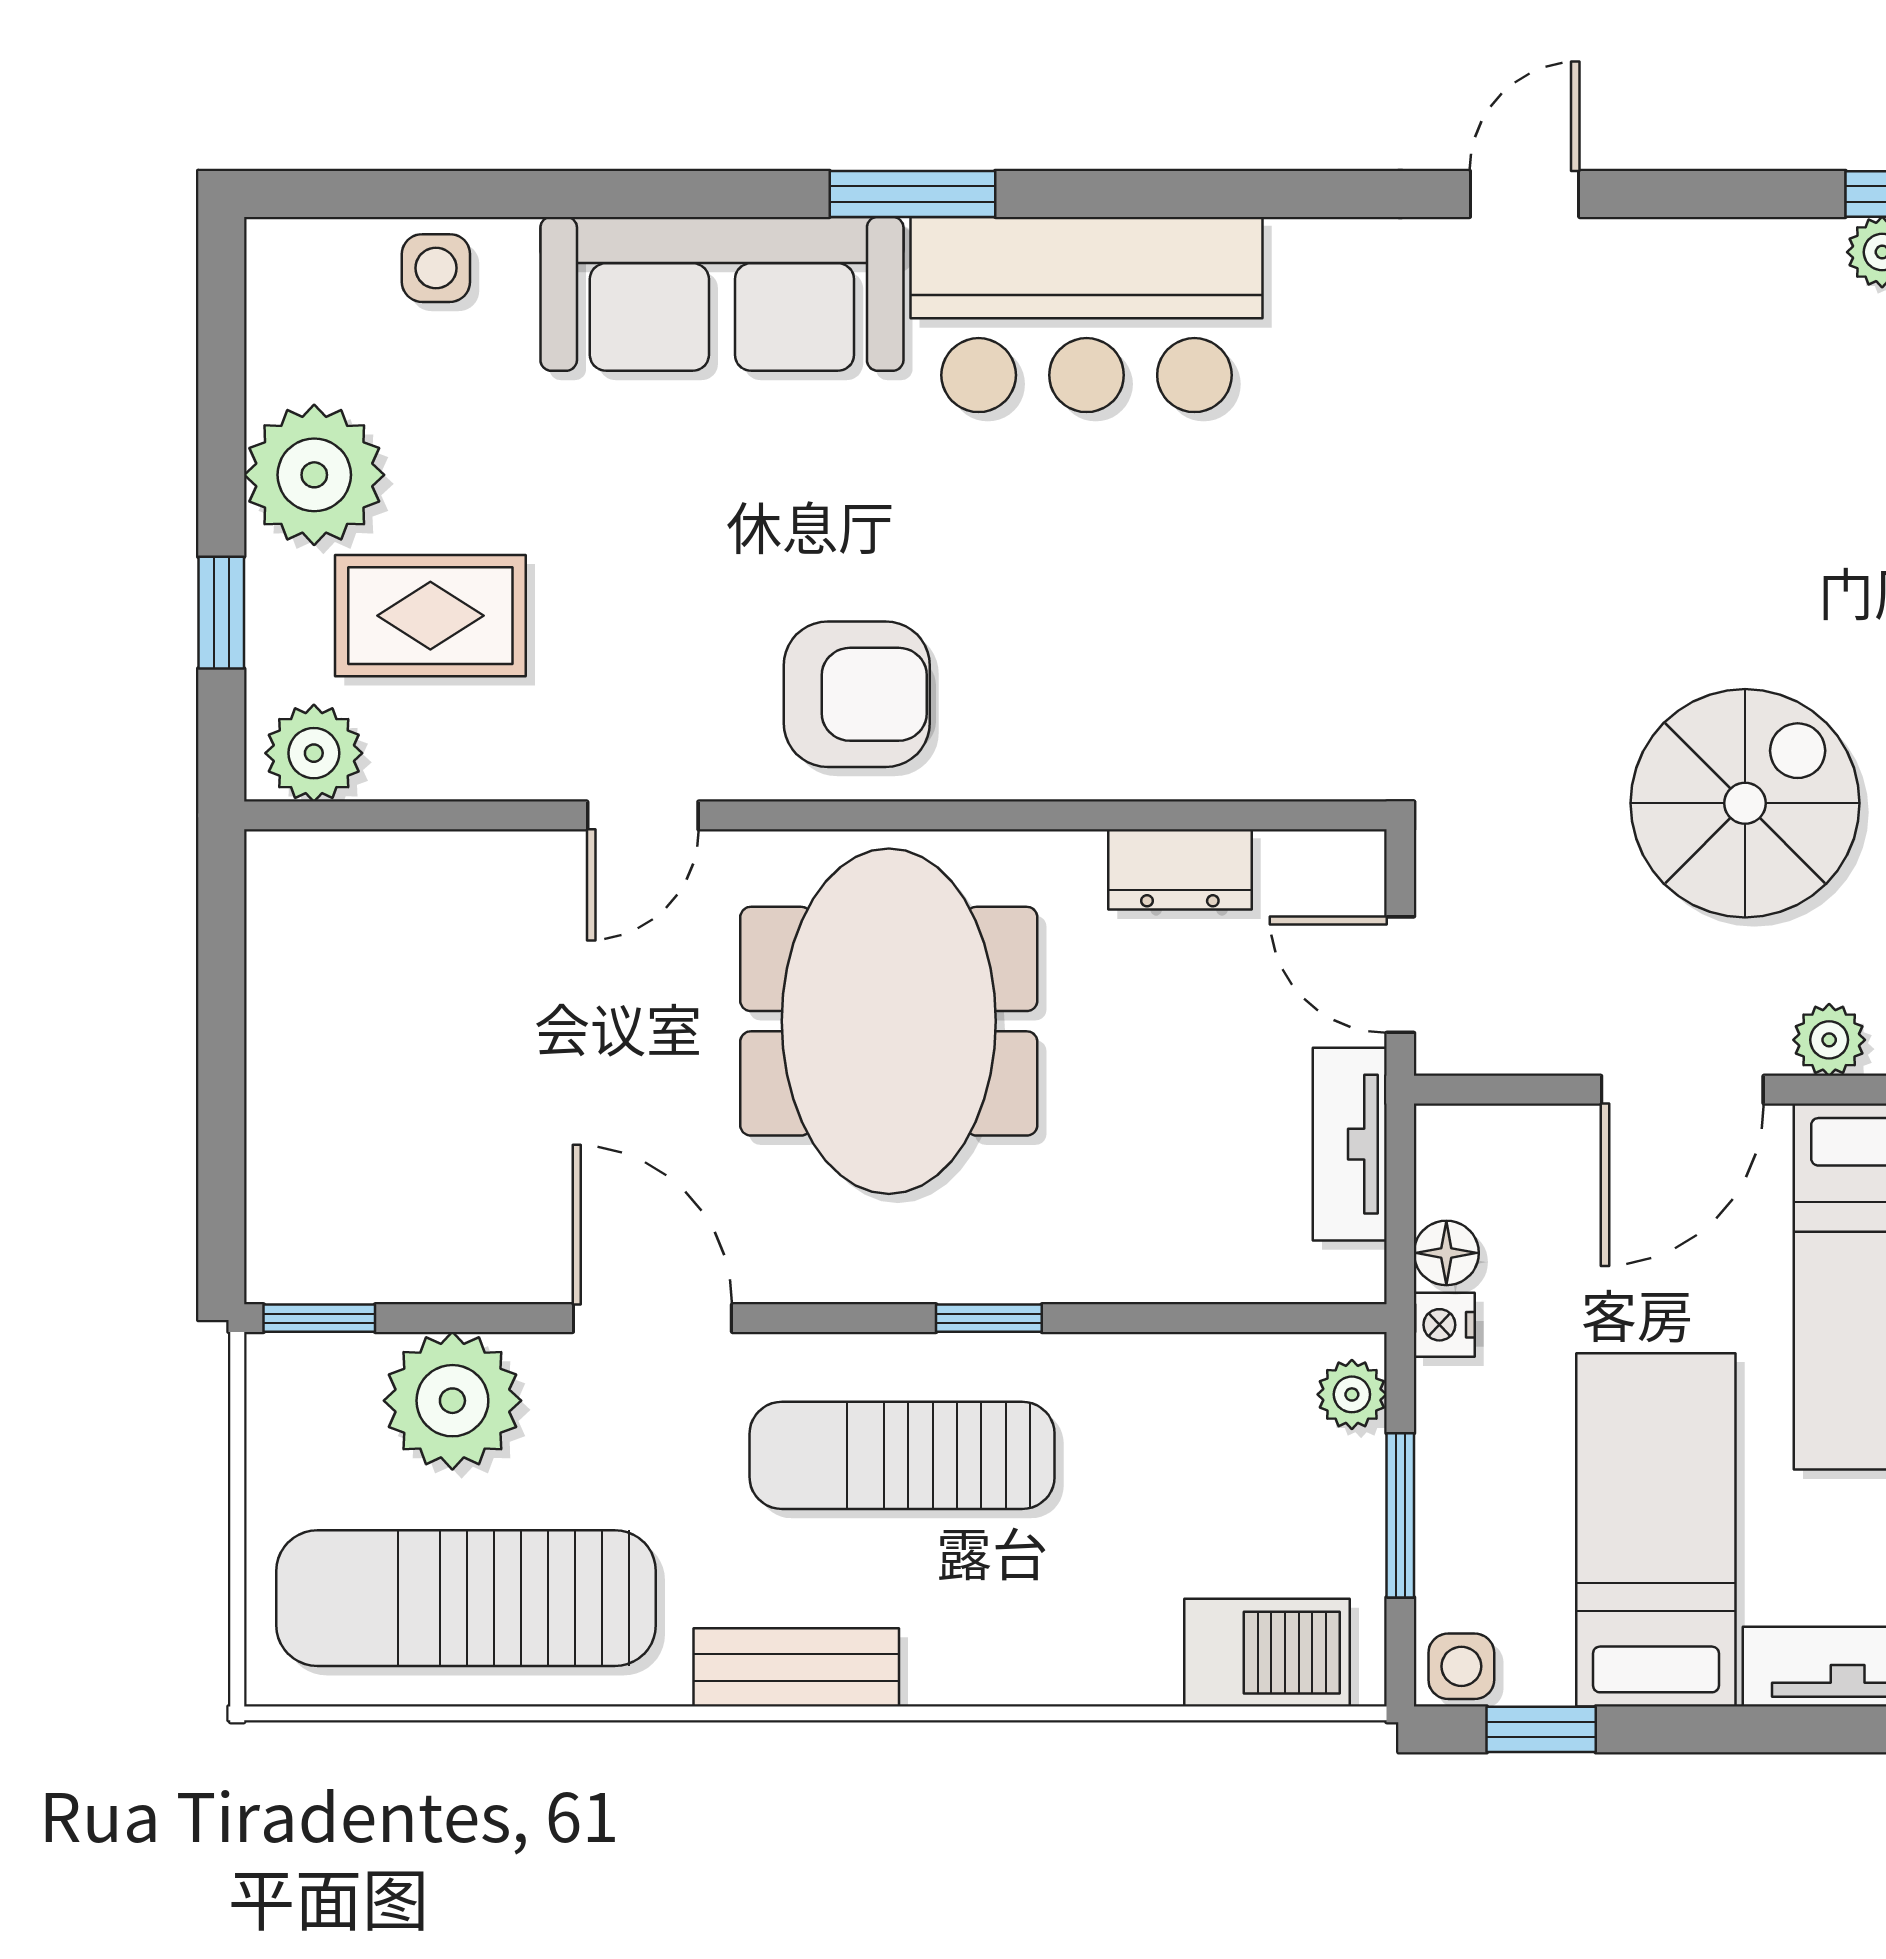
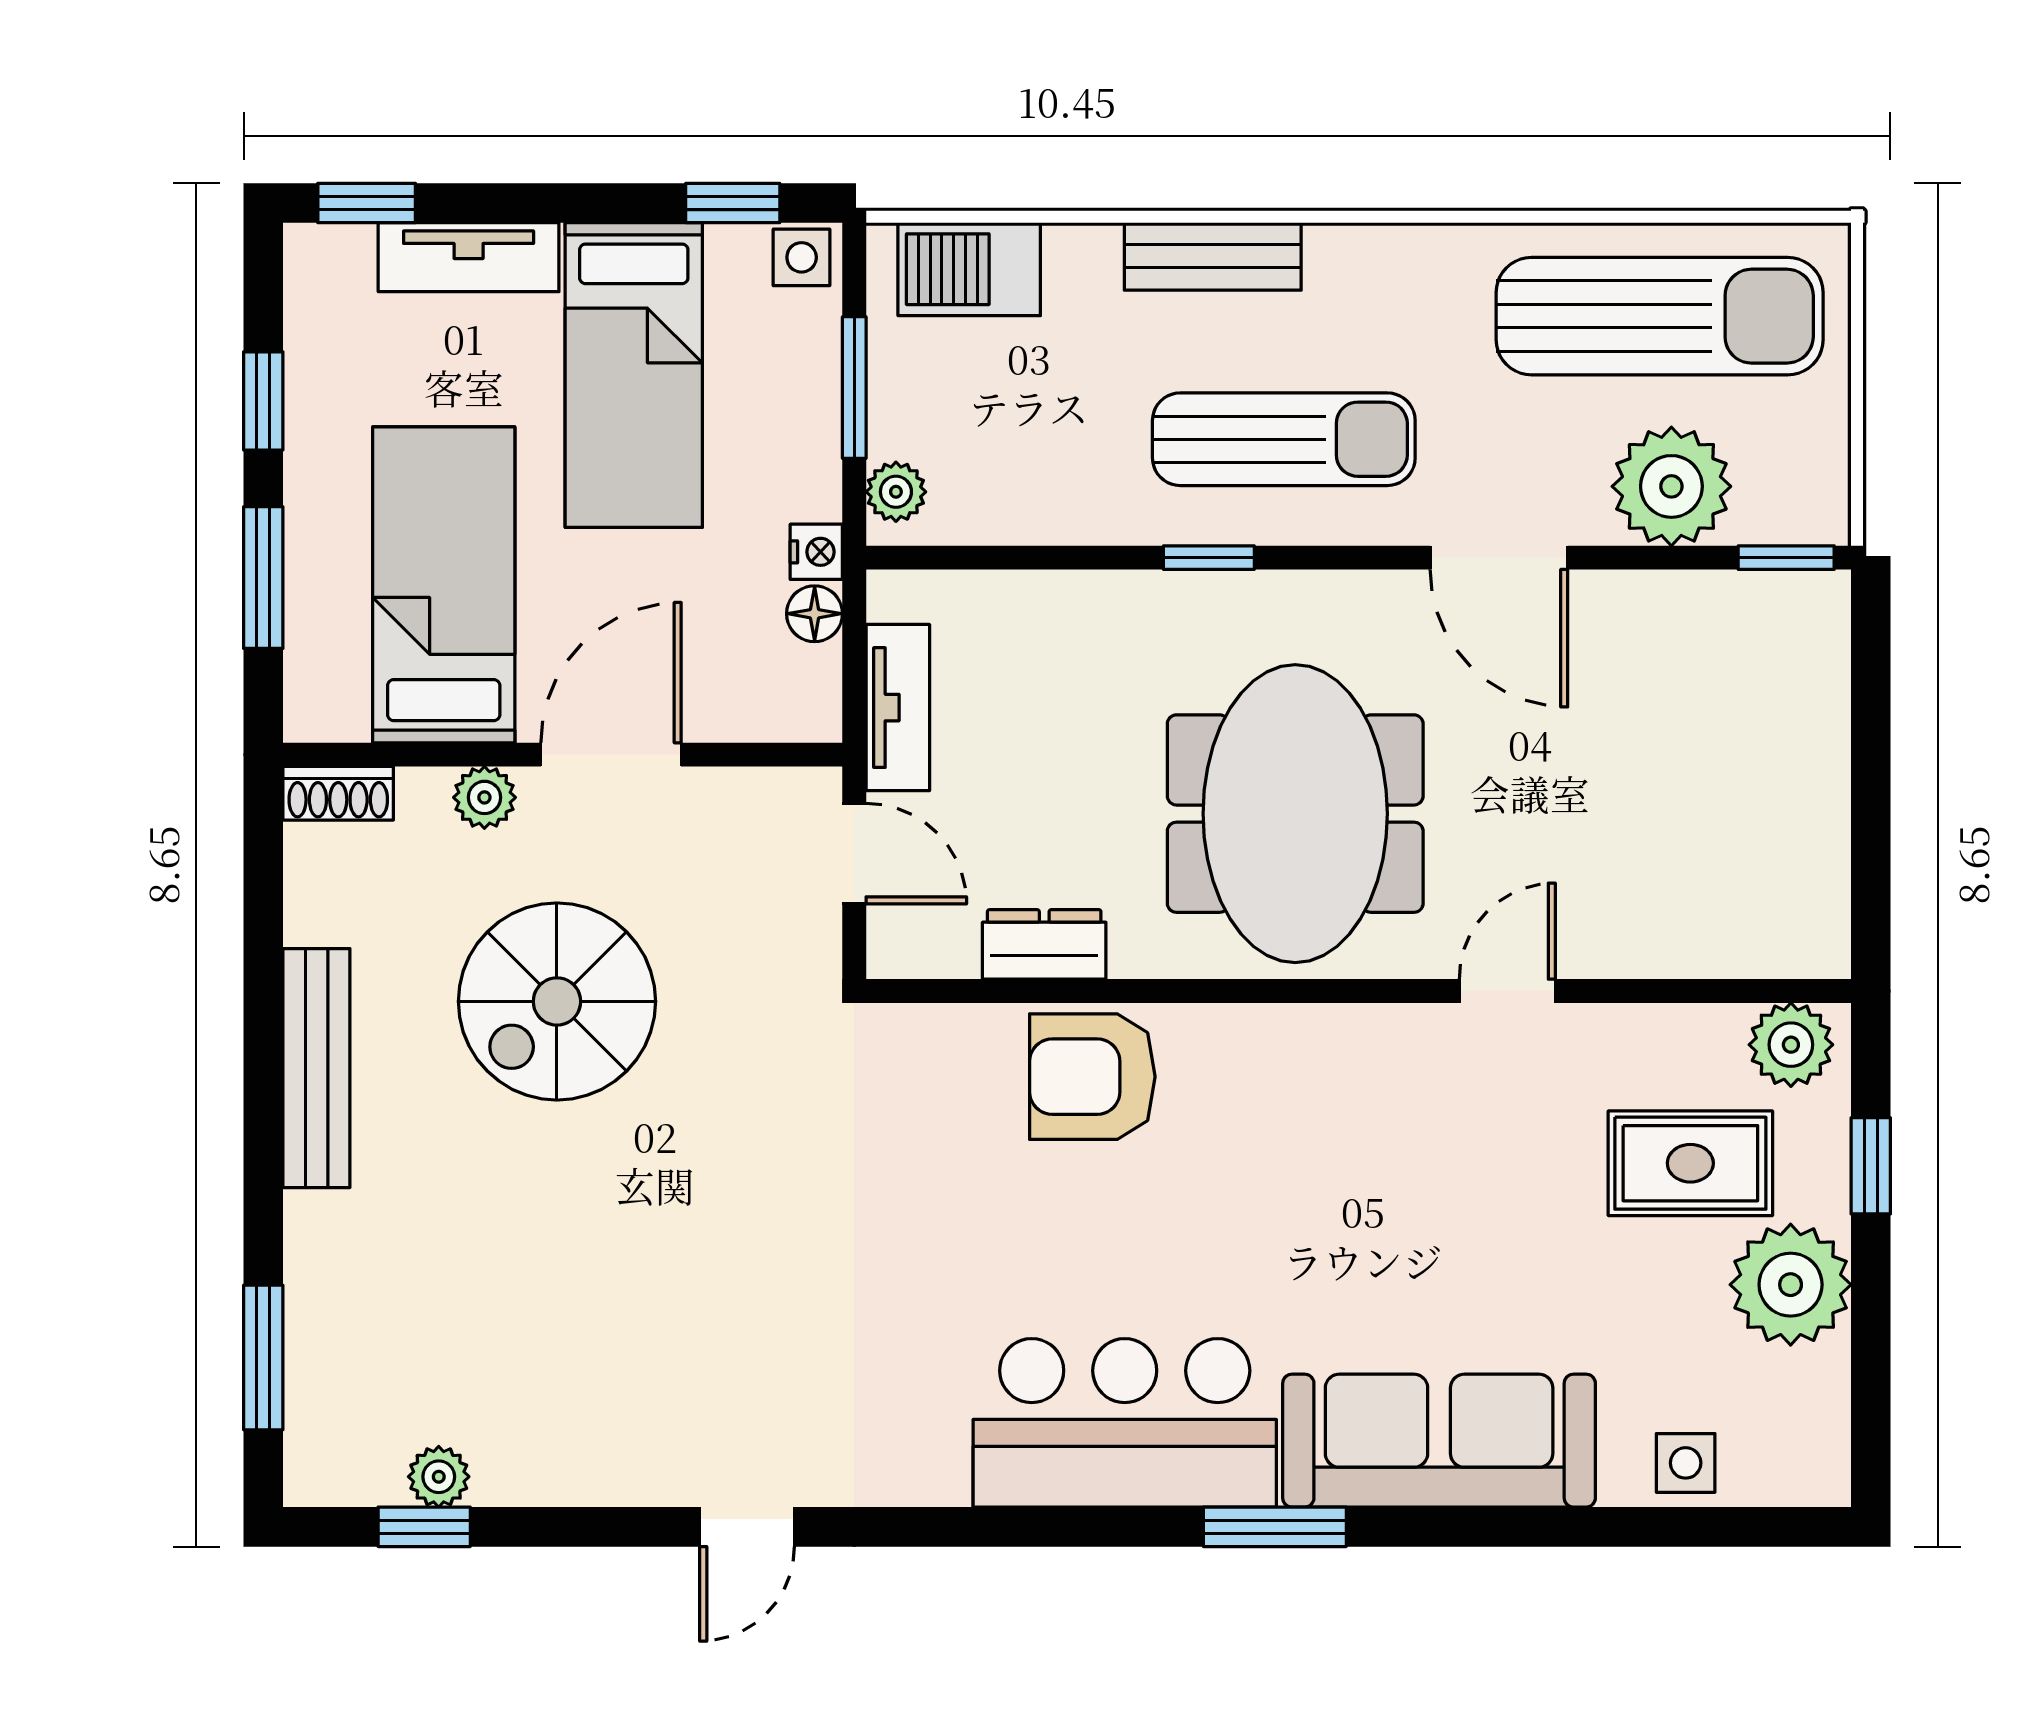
armchair: (857, 694) -> (1092, 1077), moved
bench: (796, 1667) -> (1213, 256), moved

